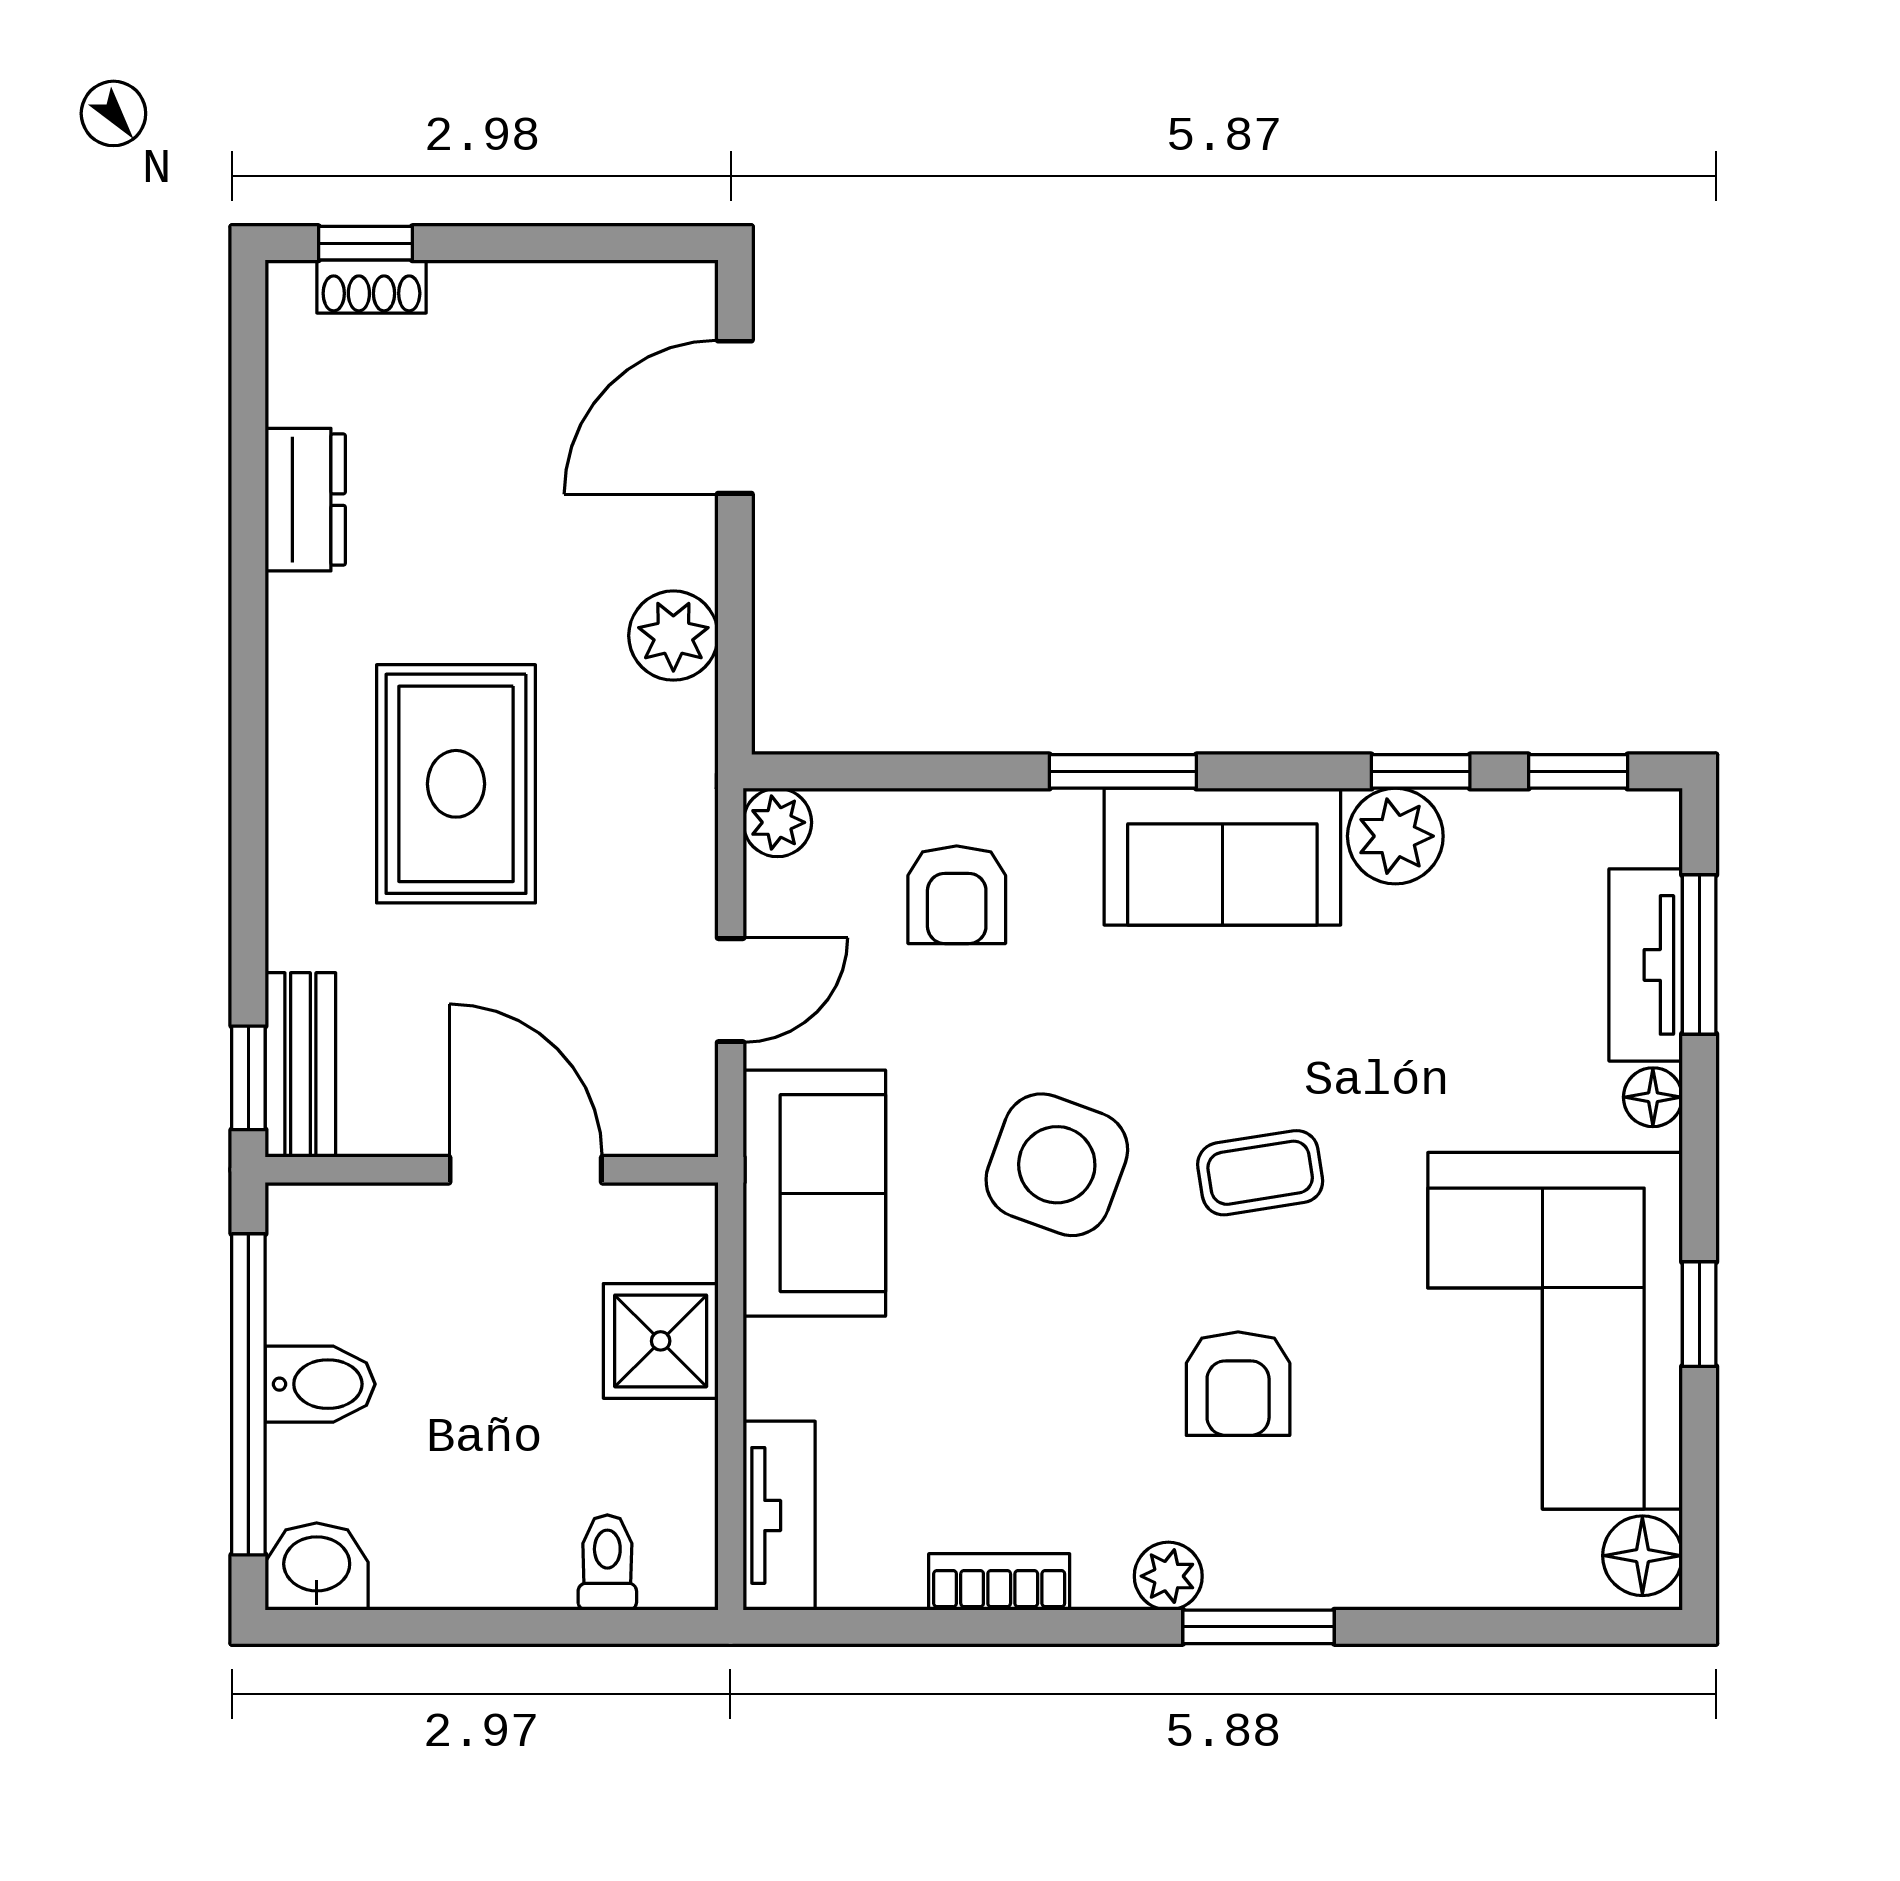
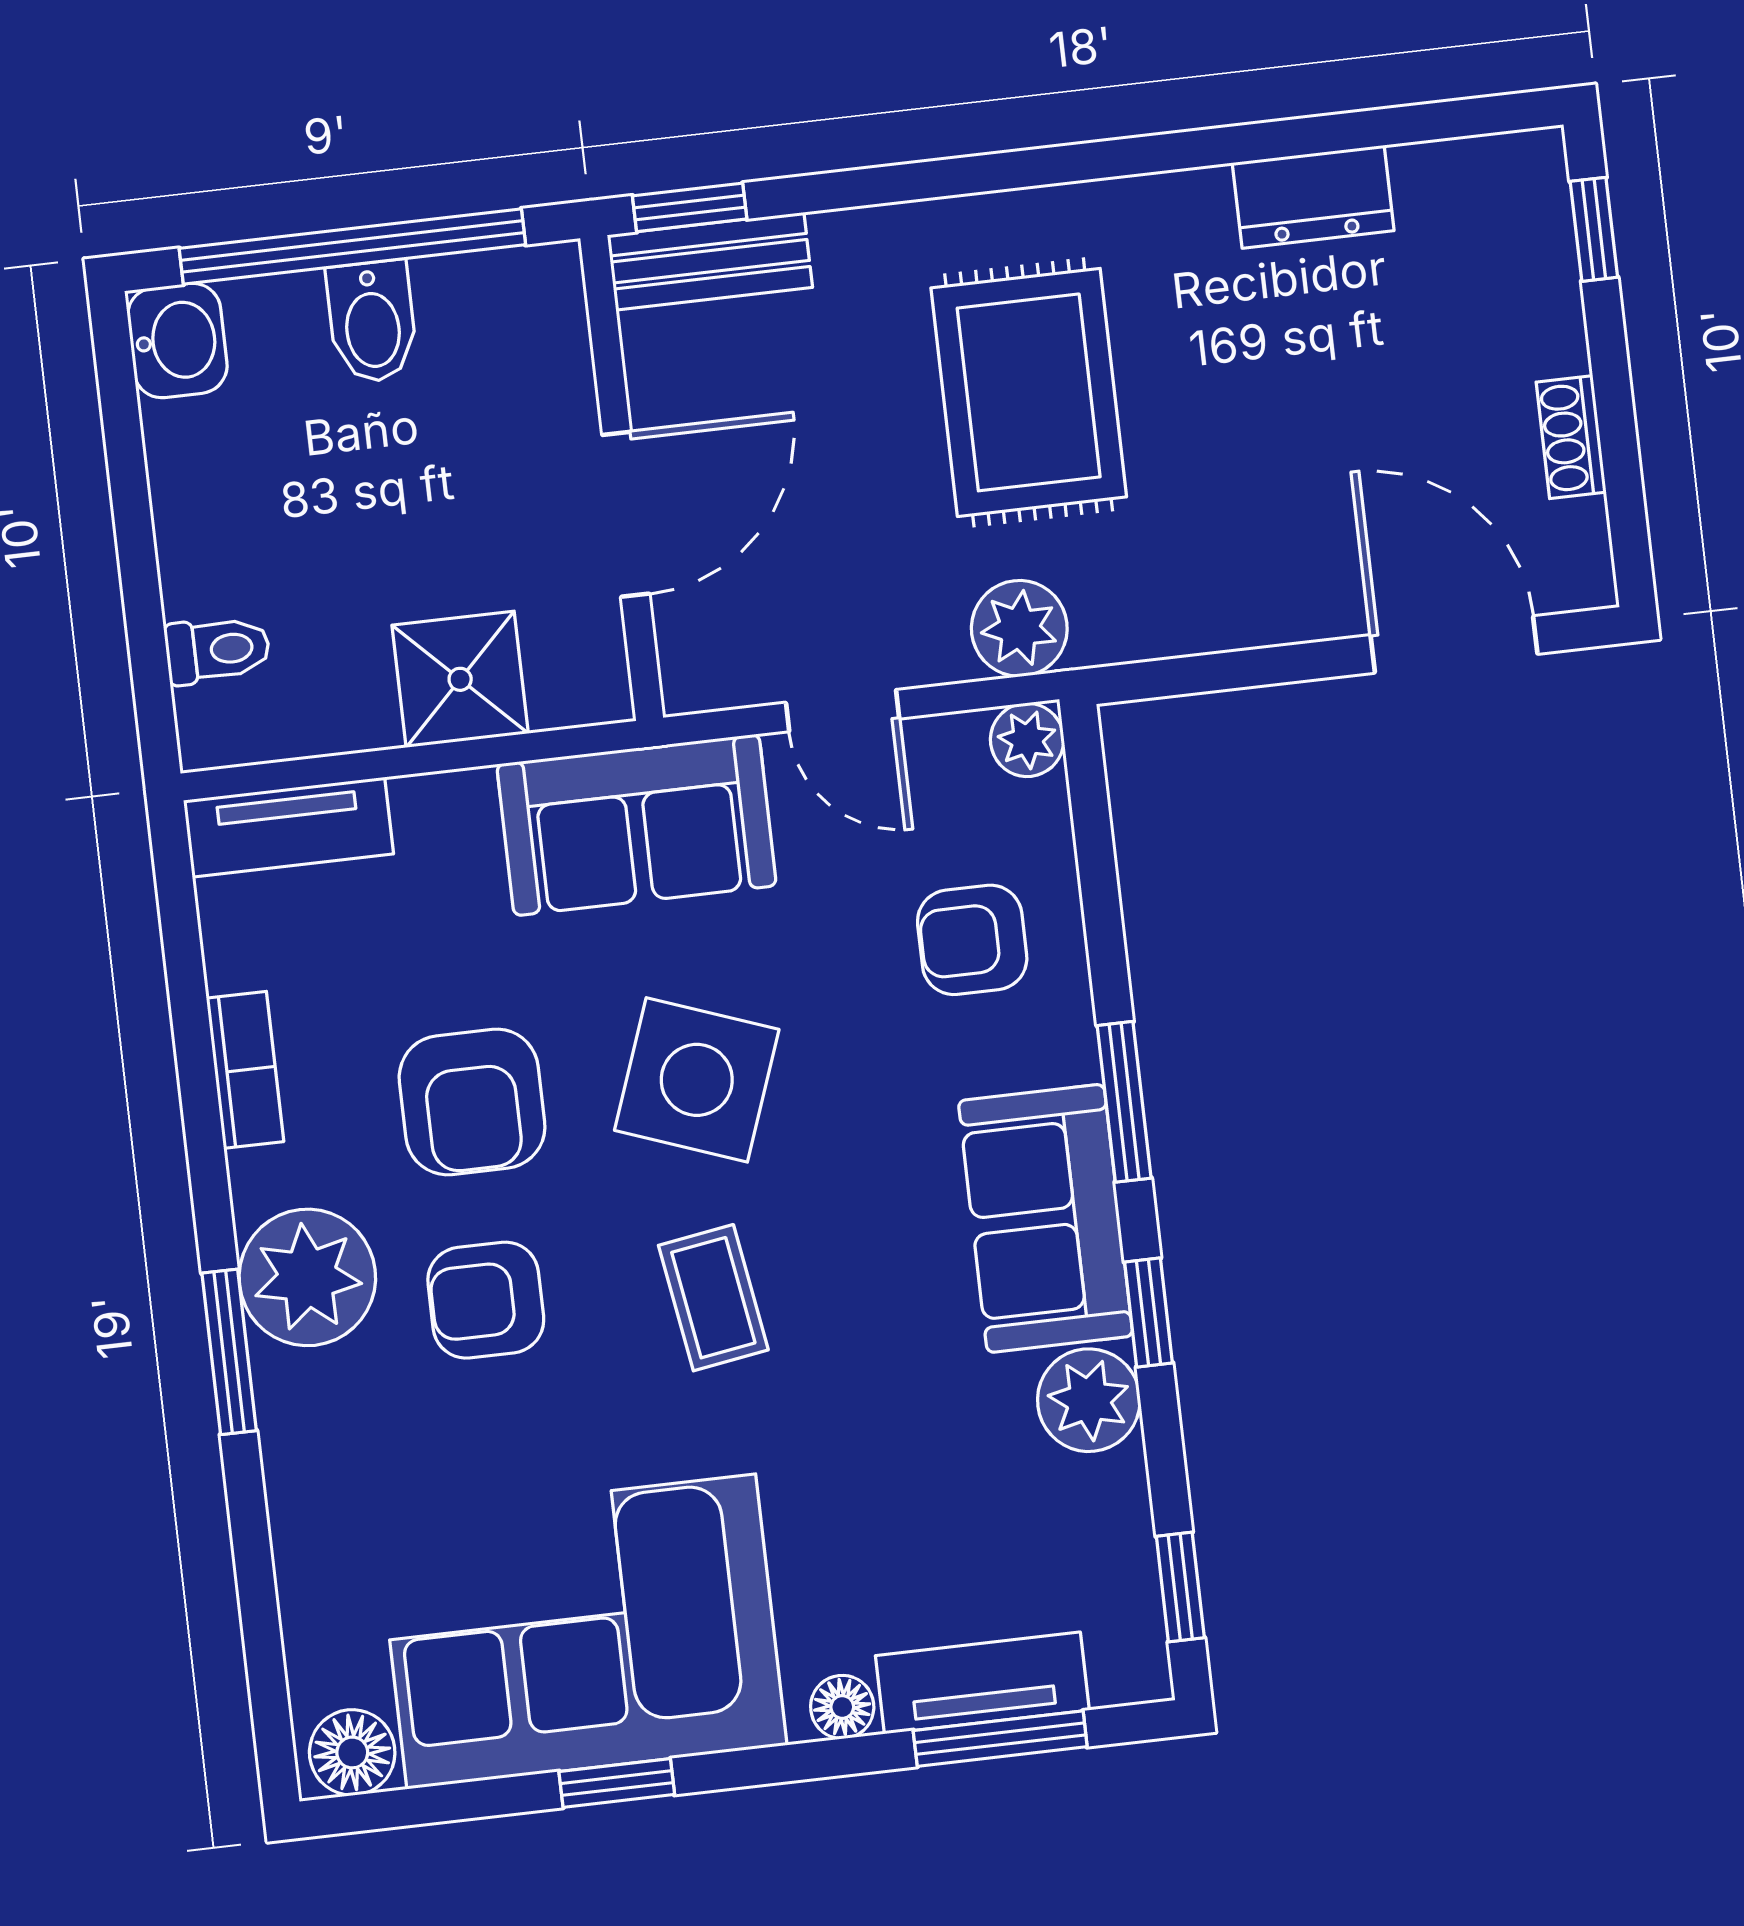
shoe rack: (371, 287) -> (1571, 437), moved
plant: (673, 636) -> (1019, 628), moved
window: (1421, 771) -> (1149, 1313), moved
rug: (456, 784) -> (1029, 392), turned 90
armchair: (1053, 1375) -> (472, 1102), added
plant: (1168, 1576) -> (307, 1277), width x1.87, depth x1.87

